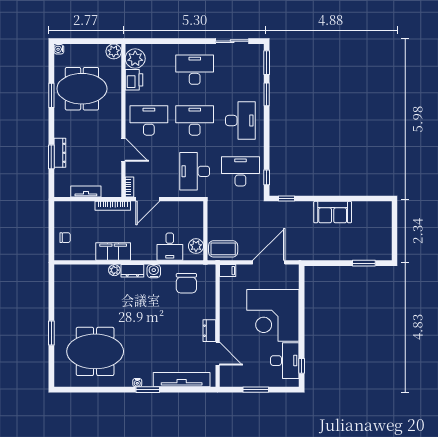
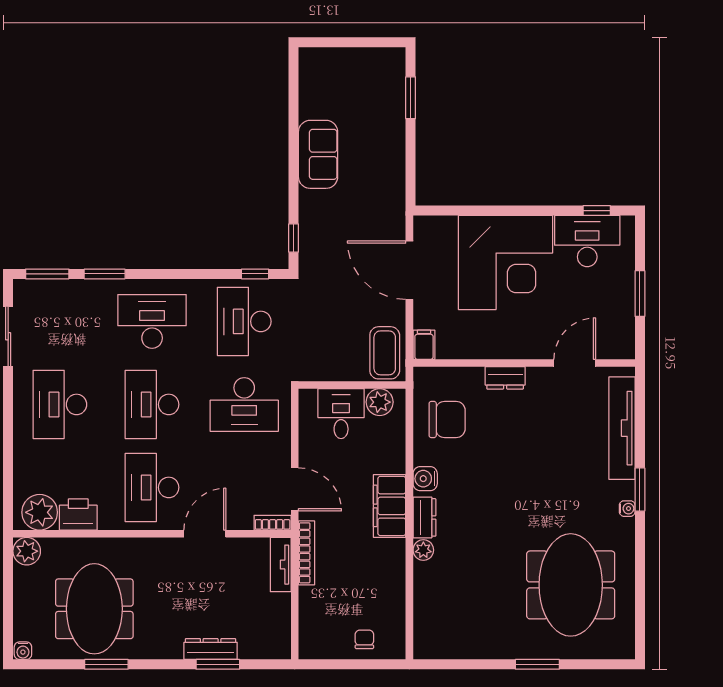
tv unit: (86, 191) -> (281, 565), moved
desk: (170, 247) -> (341, 414), moved, turned -90
filing cabinet: (113, 251) -> (389, 506), moved
dresser: (209, 331) -> (505, 378), moved

